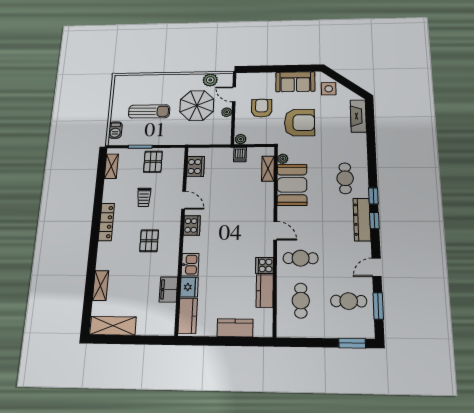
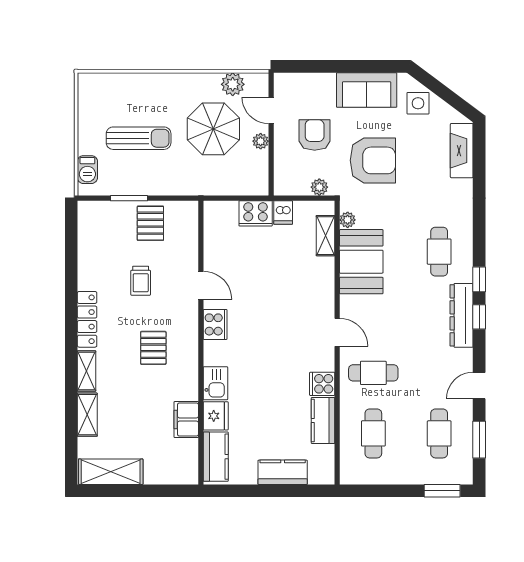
plant: (241, 139) -> (319, 187), moved
shelving: (111, 166) -> (87, 371), moved
cooker: (196, 167) -> (256, 213), moved, turned 90
cafe table: (349, 301) -> (439, 433), turned 90

